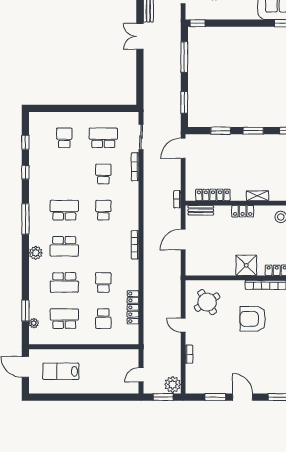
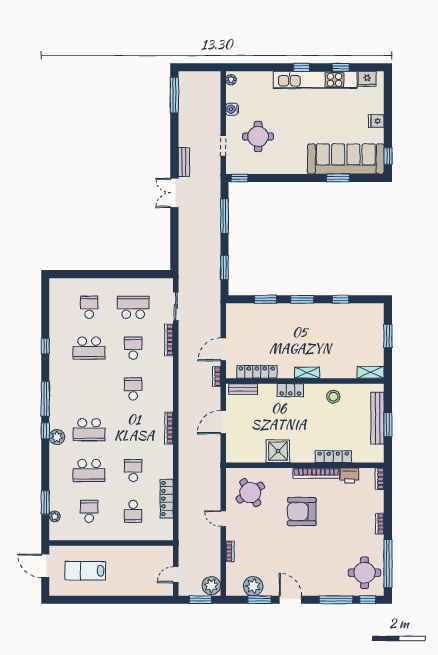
window: (25, 142) -> (45, 431), moved
door: (183, 148) -> (223, 349), moved
school desk: (64, 210) -> (89, 348), moved, turned 180
shower: (246, 265) -> (278, 451), moved
school desk: (64, 319) -> (89, 511), width x0.54
plant: (210, 385) -> (253, 586), added

